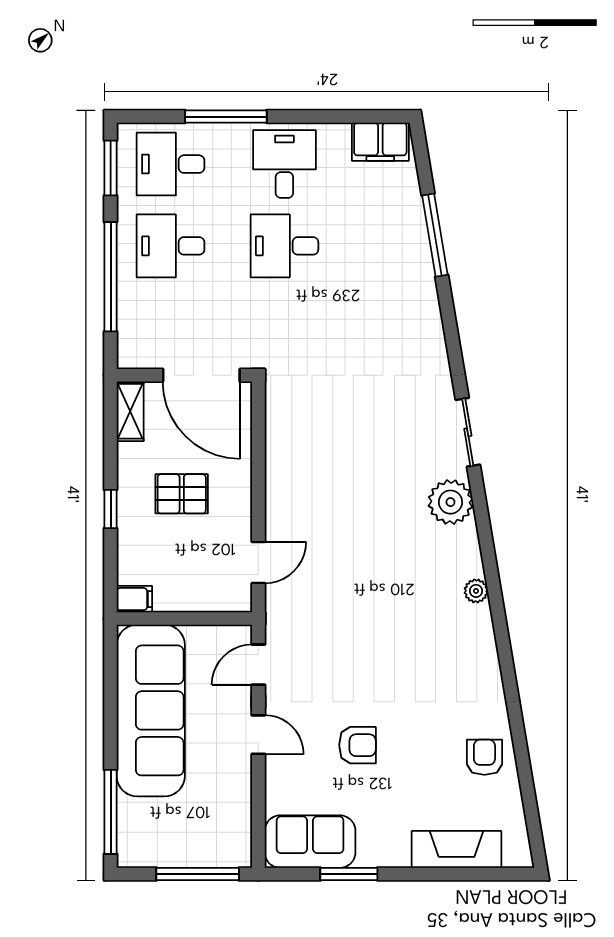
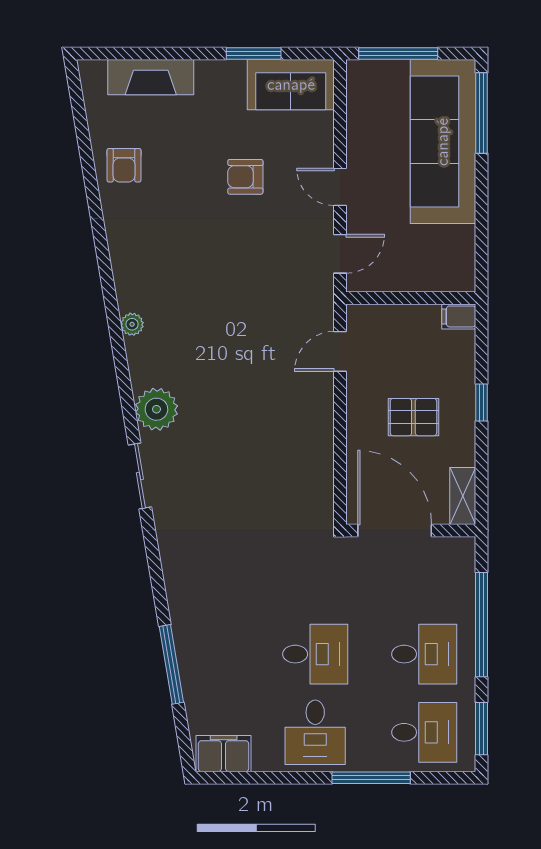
sofa: (151, 710) -> (443, 142), moved

